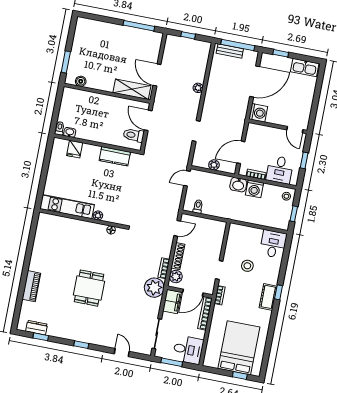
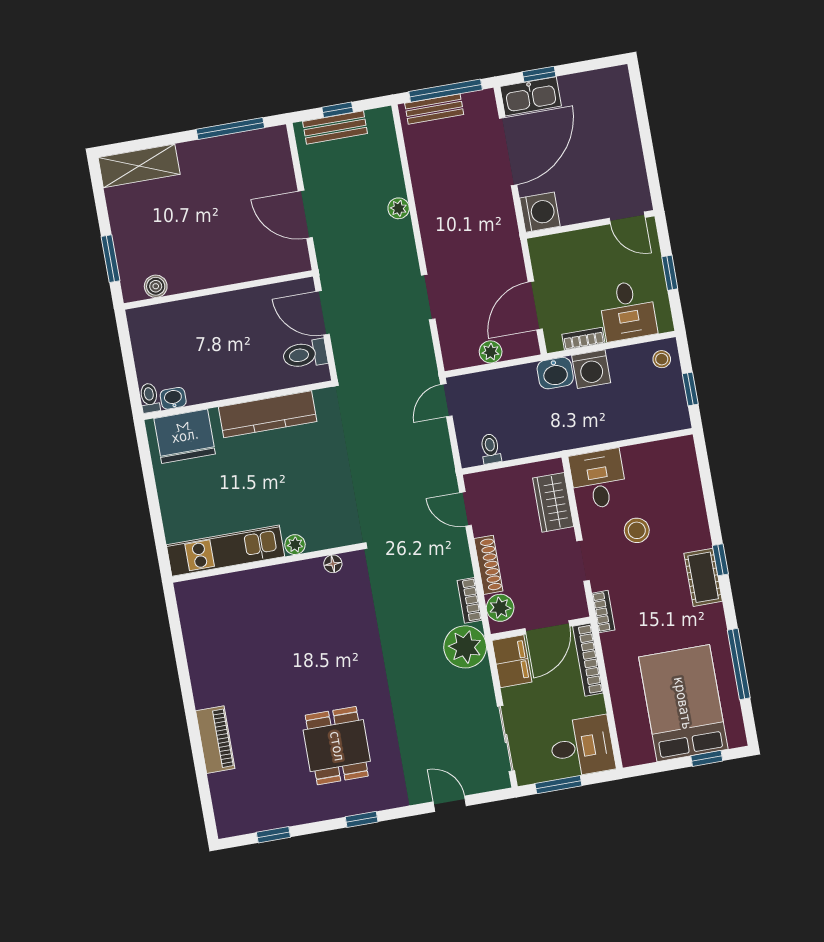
bench: (184, 43) -> (335, 127), added
kitchen sink: (305, 68) -> (531, 96), moved
shelving: (132, 89) -> (139, 166), moved
fridge: (75, 149) -> (185, 436), width x1.88, depth x1.34
kitchen counter: (115, 156) -> (268, 414), width x1.50
door: (177, 228) -> (466, 509), swing flipped
wardrobe: (216, 240) -> (553, 502), added
desk: (273, 244) -> (598, 479), moved
dining table: (89, 288) -> (337, 746), moved
dresser: (37, 328) -> (258, 820), removed
window: (269, 340) -> (739, 664), added

